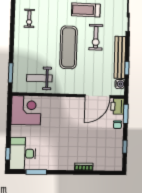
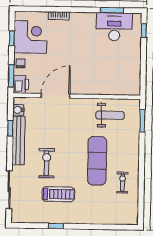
exercise mat: (69, 47) -> (97, 161), moved
door: (98, 96) -> (55, 96), moved
corner desk: (26, 110) -> (30, 37), moved, turned 180
desk: (23, 154) -> (114, 27), moved, turned -90

